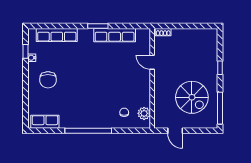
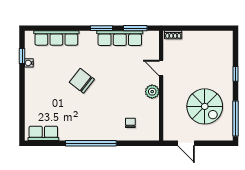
window: (129, 26) -> (135, 28), added
chair: (48, 80) -> (82, 81), moved, turned 128
plant: (144, 113) -> (152, 92), moved

